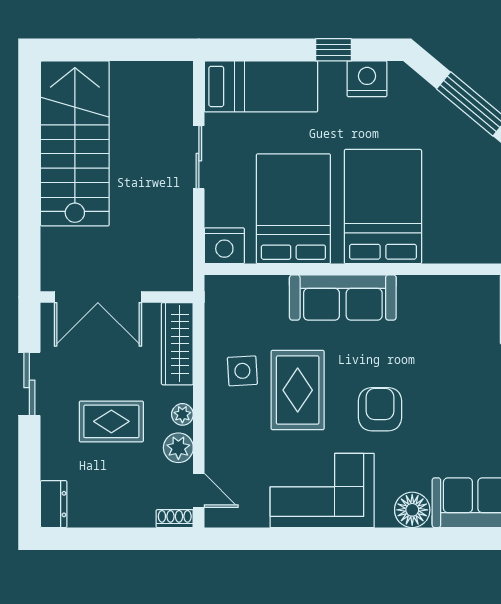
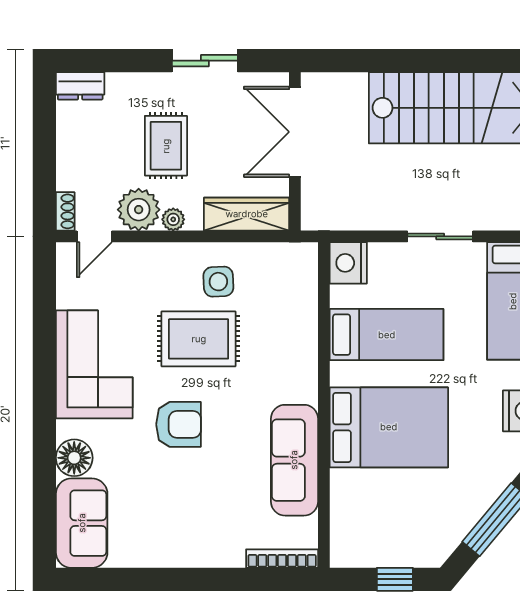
bed: (293, 209) -> (387, 335), width x0.67
sofa: (343, 298) -> (294, 460), moved
plant: (178, 448) -> (139, 210), width x1.36, depth x1.36

